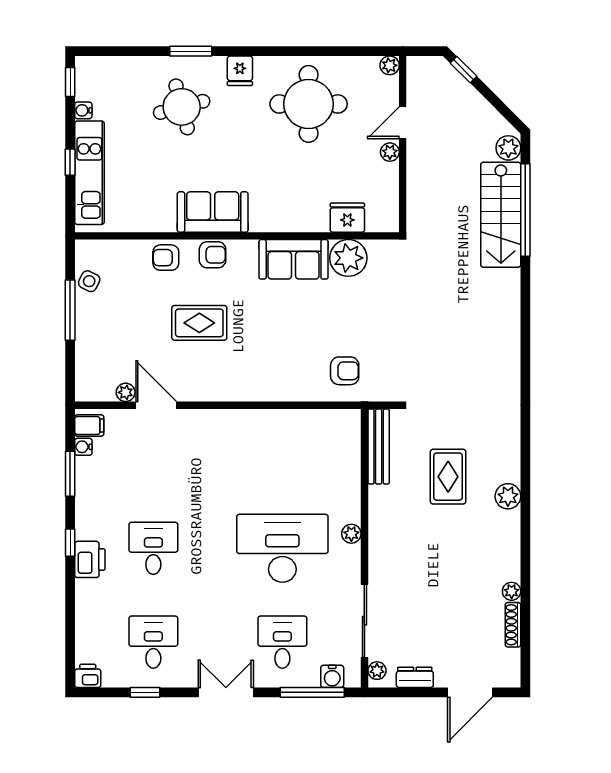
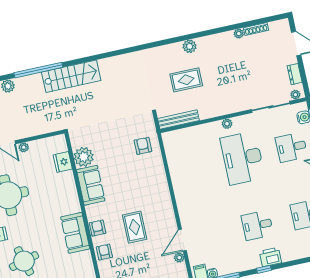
stairs: (501, 215) -> (71, 76), moved
armchair: (166, 258) -> (104, 252), turned 180

